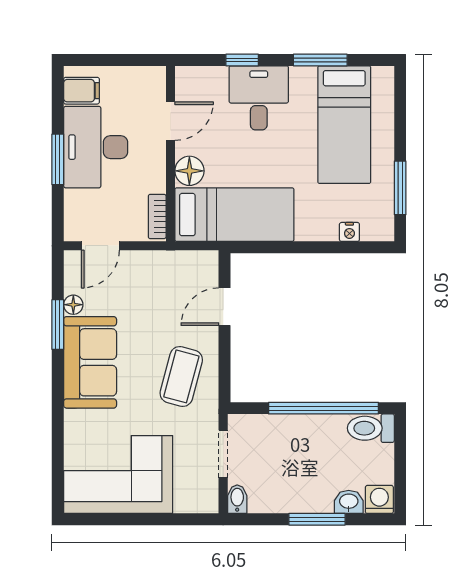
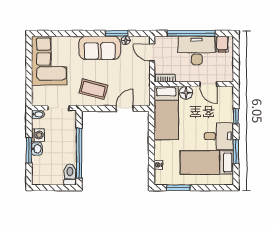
desk: (259, 98) -> (219, 136), moved
window: (58, 159) -> (191, 33), width x2.11
door: (225, 307) -> (125, 109), hinge flipped
washing machine: (379, 499) -> (38, 135), moved
washbasin: (349, 502) -> (37, 149), moved

